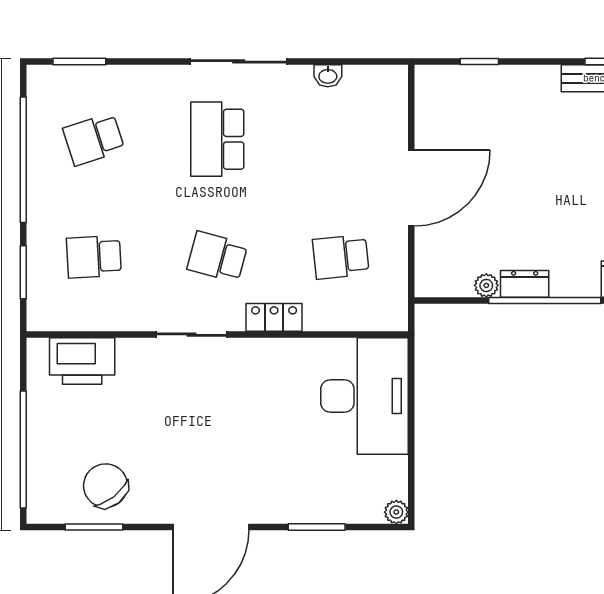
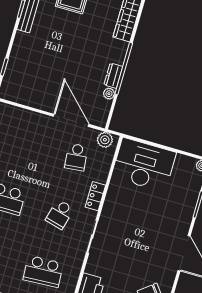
door: (411, 188) -> (71, 120), moved
school desk: (94, 257) -> (43, 271), width x1.85
plant: (392, 304) -> (105, 140), added

